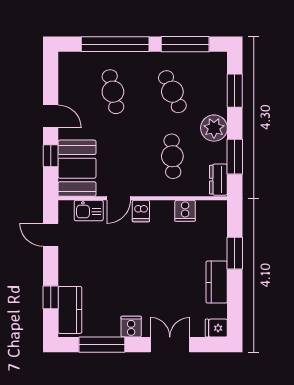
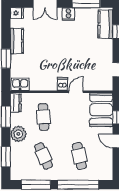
kitchen sink: (89, 210) -> (20, 84), moved
cooker: (185, 211) -> (36, 84), removed

